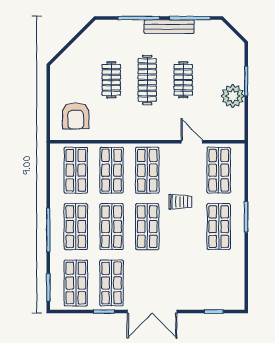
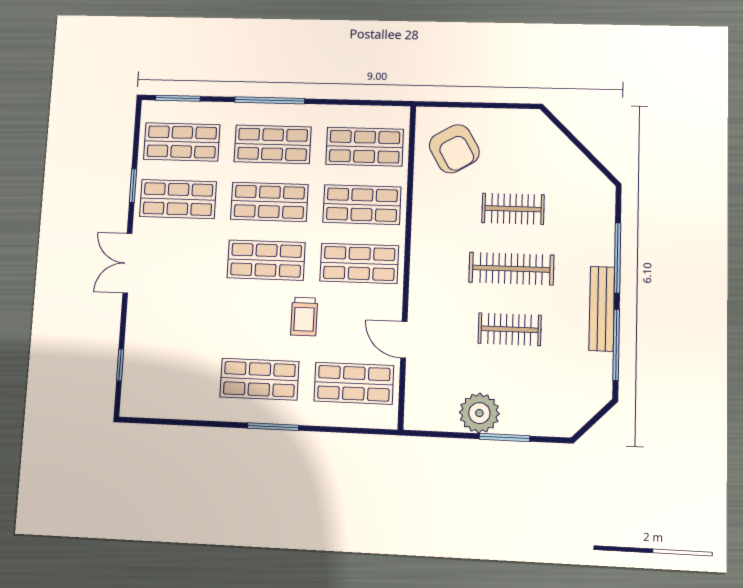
armchair: (76, 116) -> (454, 149), turned -120
door: (192, 142) -> (404, 340), swing flipped
double door: (152, 312) -> (127, 263), width x0.73

